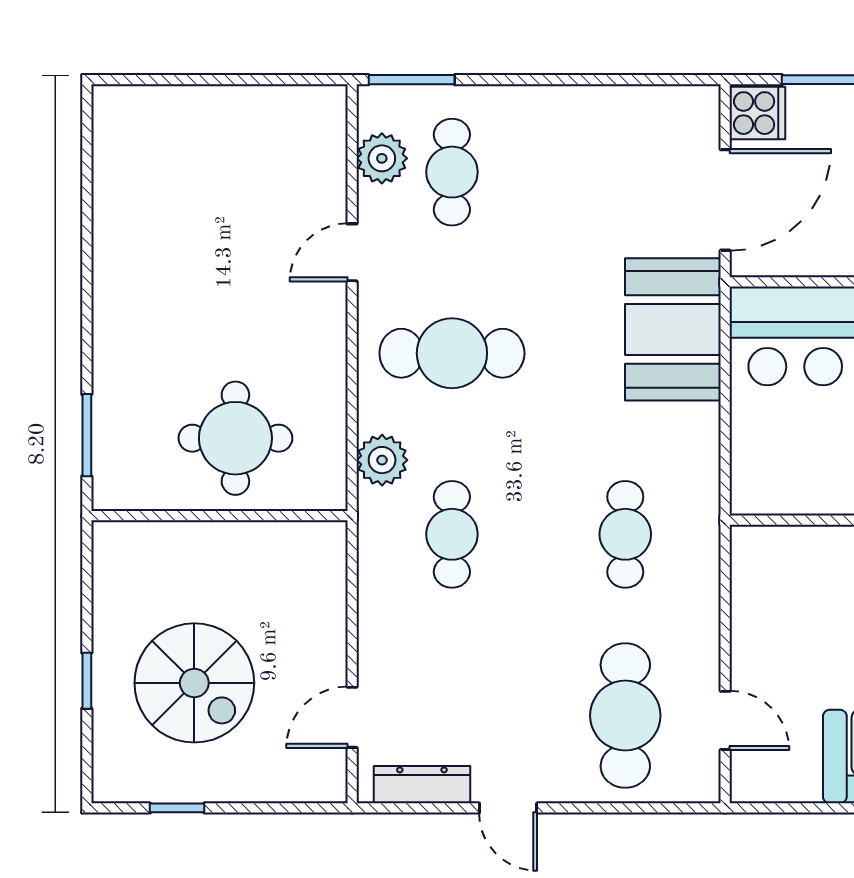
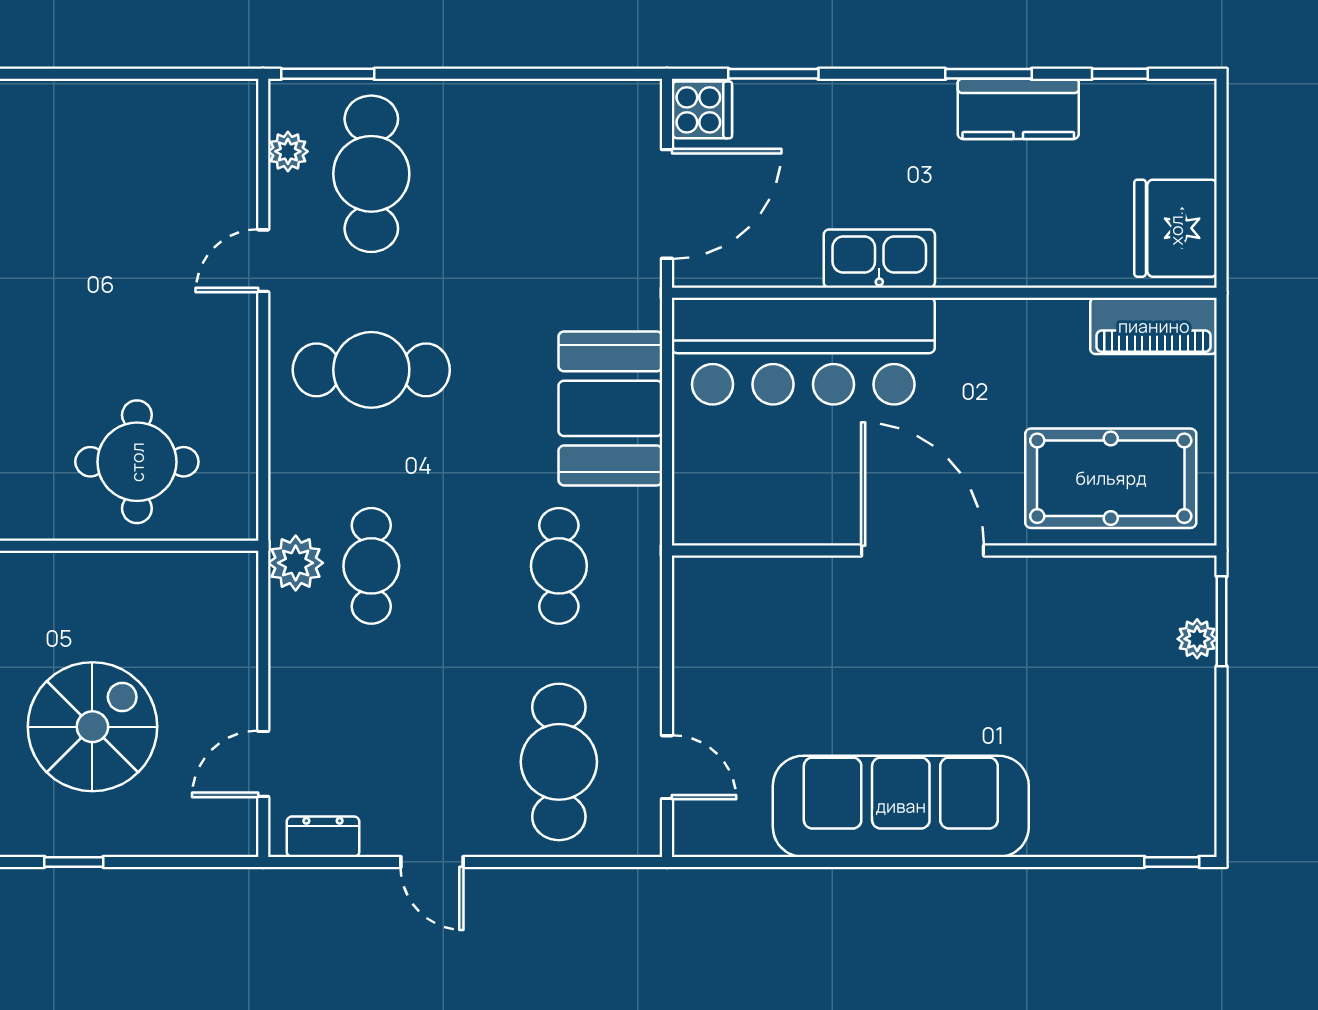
plant: (382, 158) -> (288, 151), width x0.73, depth x0.73
cafe table: (452, 172) -> (371, 174), width x1.37, depth x1.35
booth: (673, 329) -> (610, 408), moved
plant: (382, 460) -> (296, 563), moved
spiral stairs: (194, 683) -> (92, 727), turned -90
dresser: (422, 785) -> (323, 837), width x0.70

